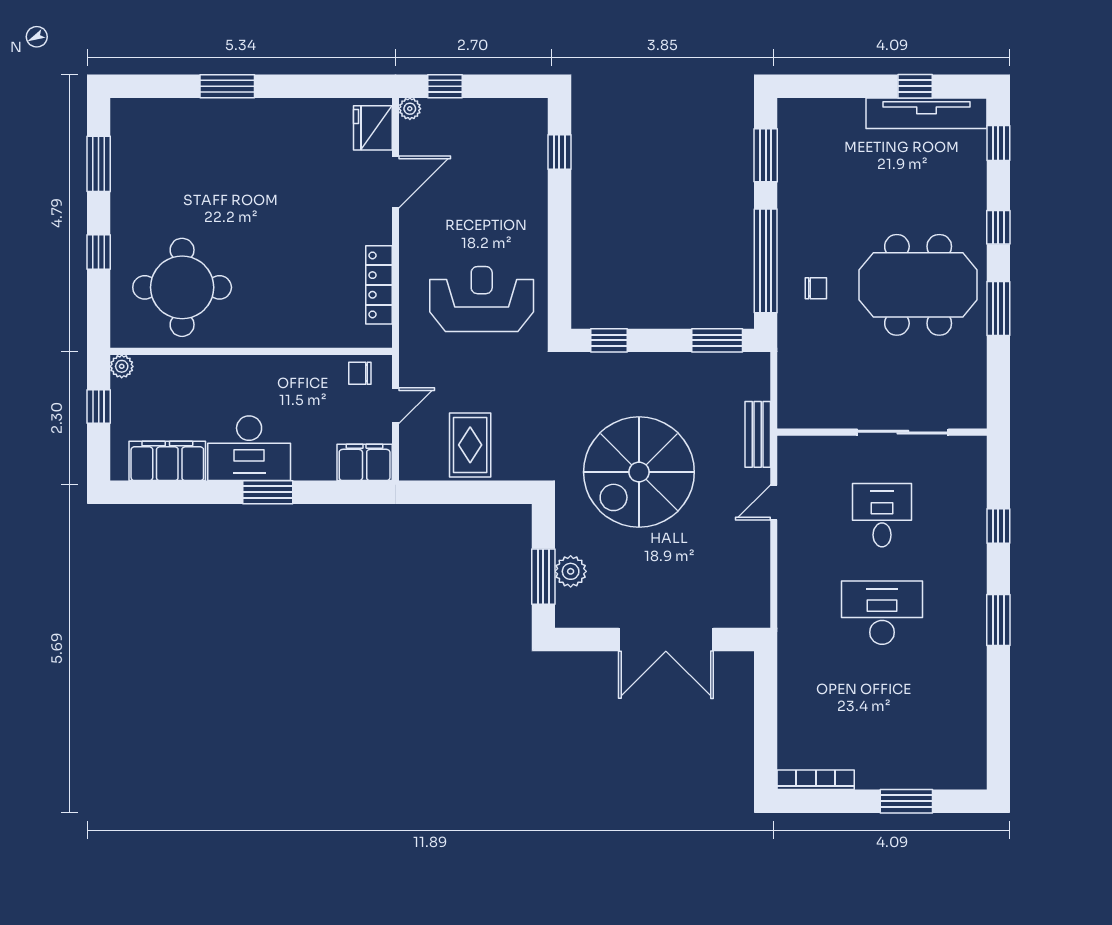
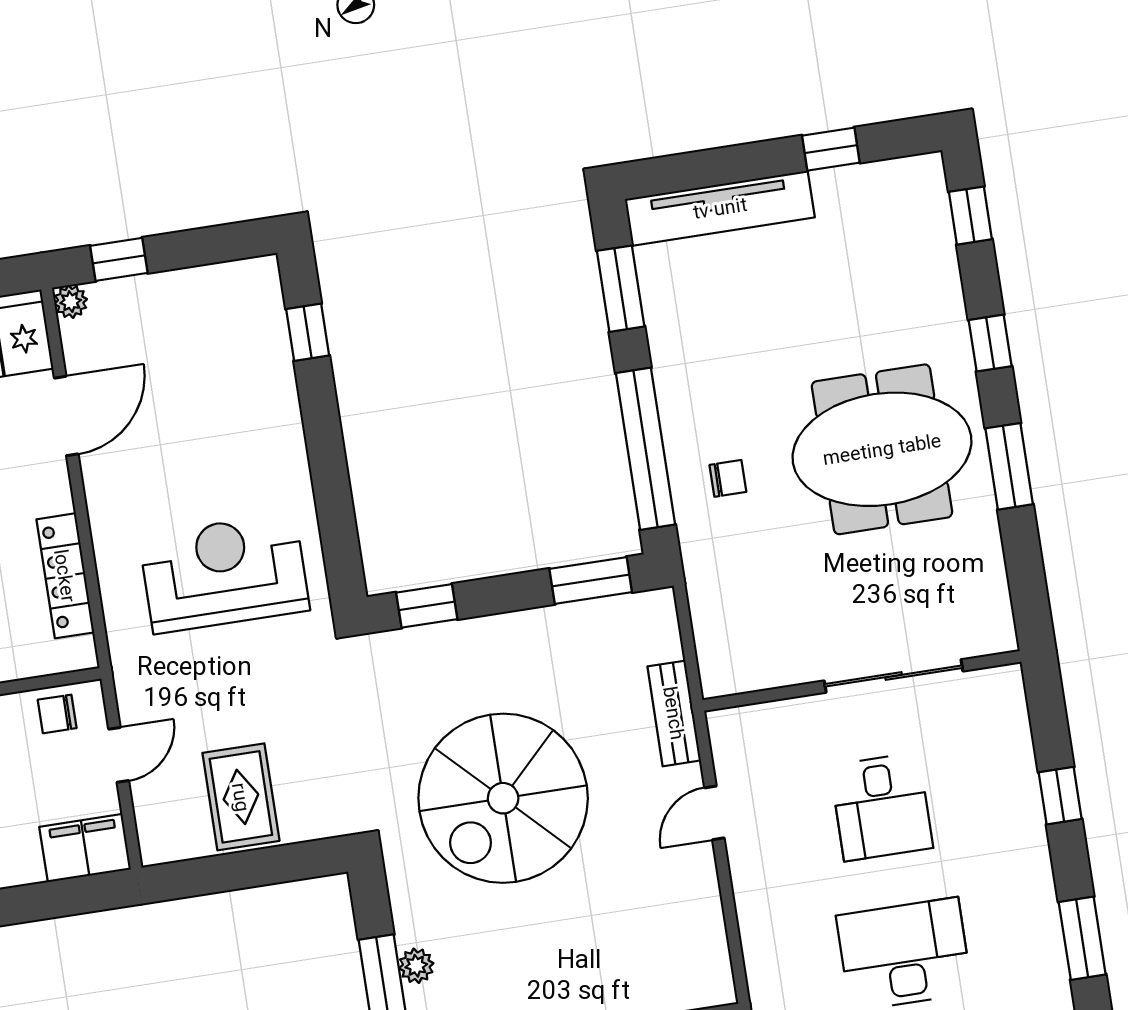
tv unit: (926, 113) -> (720, 208), moved
desk: (882, 515) -> (881, 807), turned 180
plant: (571, 571) -> (416, 966), width x0.73, depth x0.73

